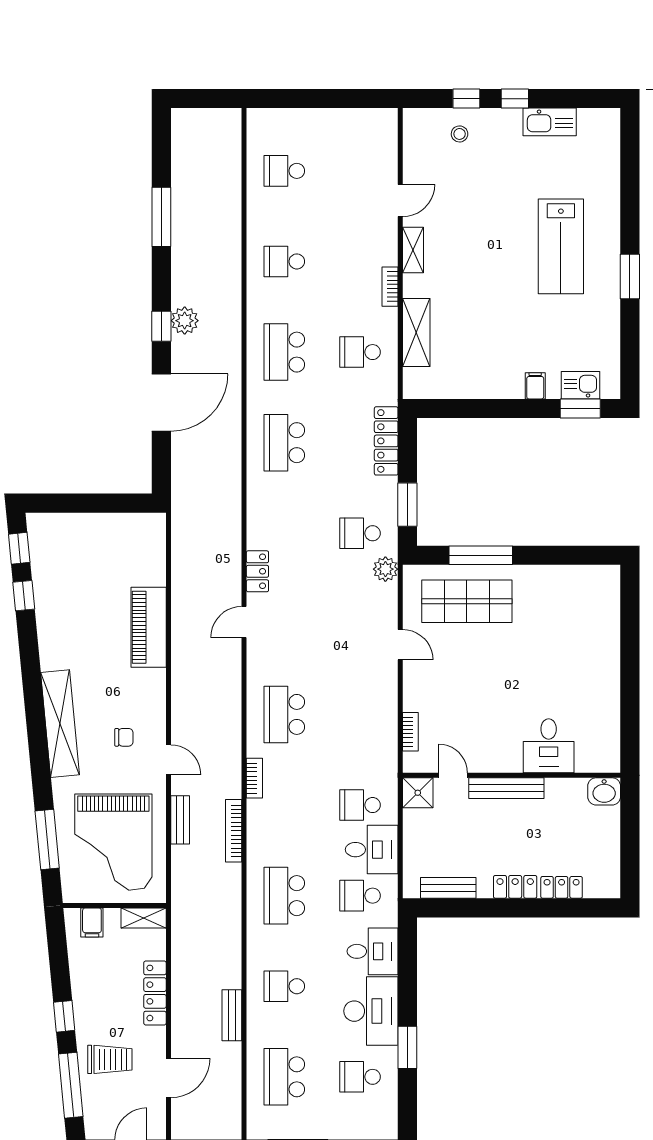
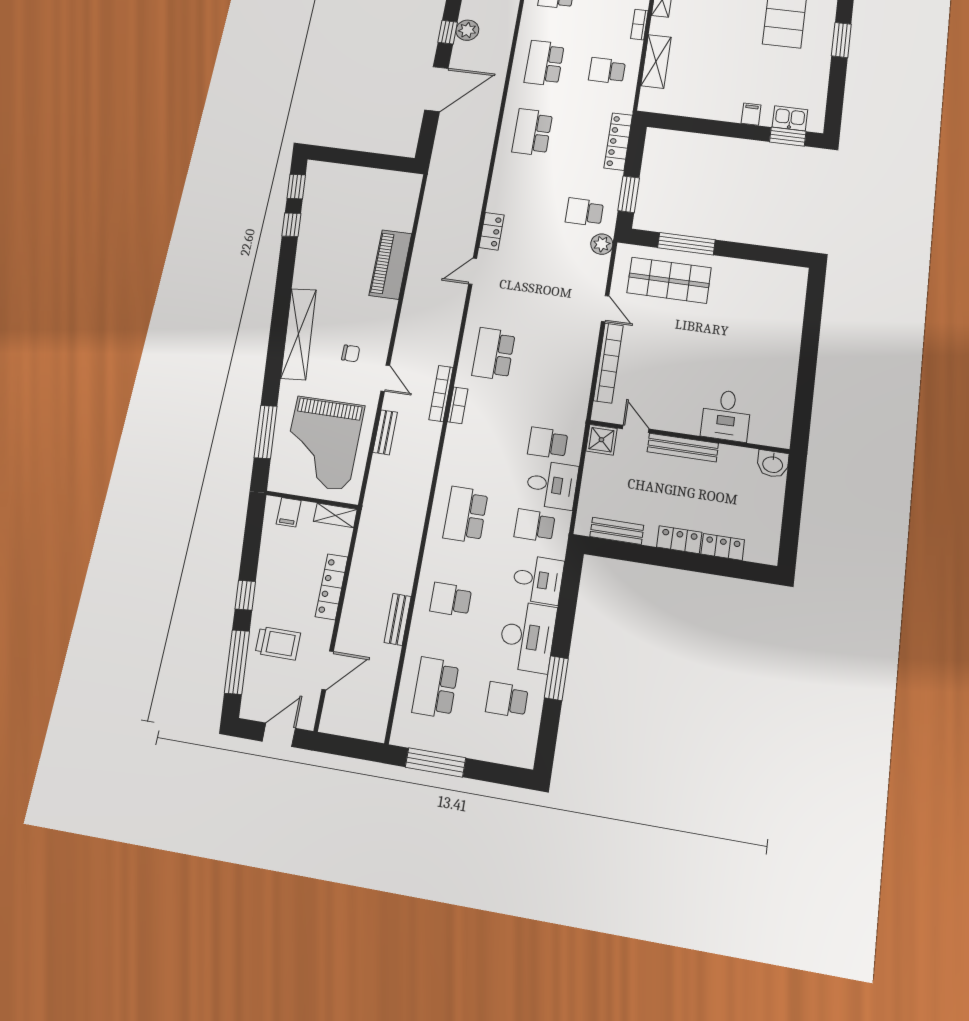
bookcase: (410, 732) -> (608, 363), width x2.31, depth x1.31
bookcase: (234, 831) -> (441, 393), moved

